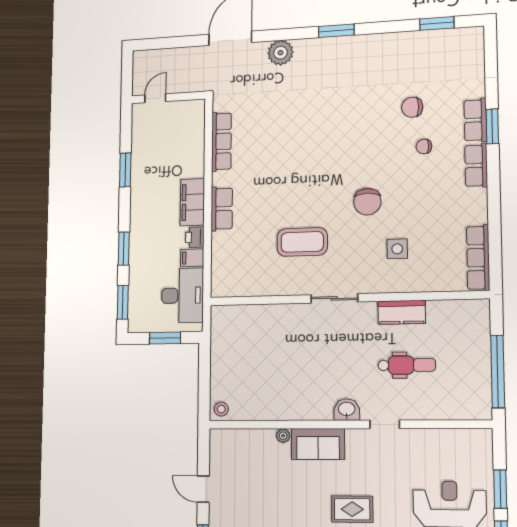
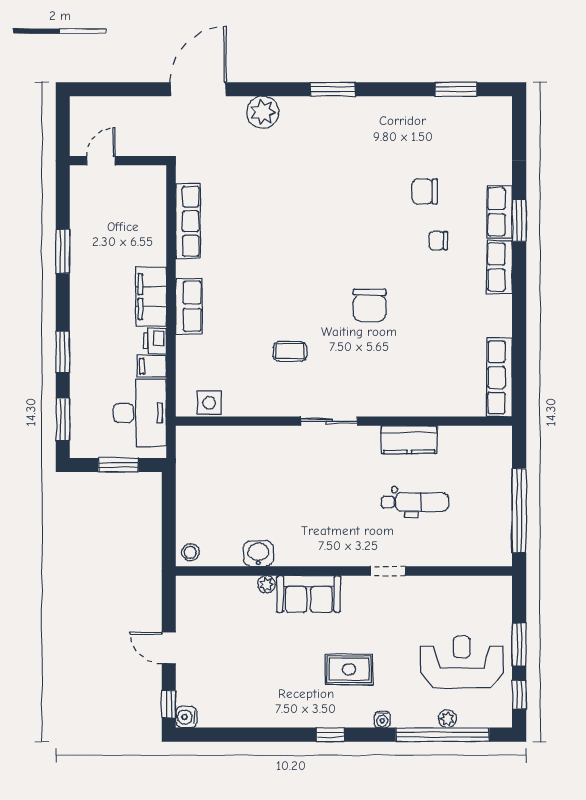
coffee table: (302, 242) -> (290, 351), width x0.54, depth x0.58
side table: (397, 249) -> (209, 403), moved
washbasin: (347, 410) -> (258, 554), moved

